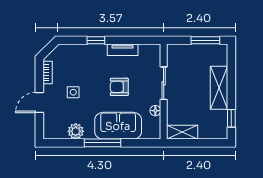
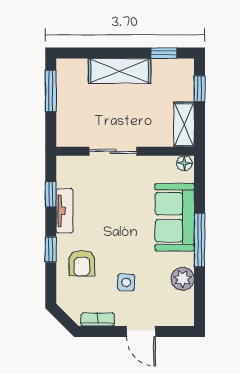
window: (134, 40) -> (51, 194), added
armchair: (119, 87) -> (82, 263), moved
floor lamp: (155, 111) -> (184, 163), moved
window: (207, 143) -> (200, 89), added

